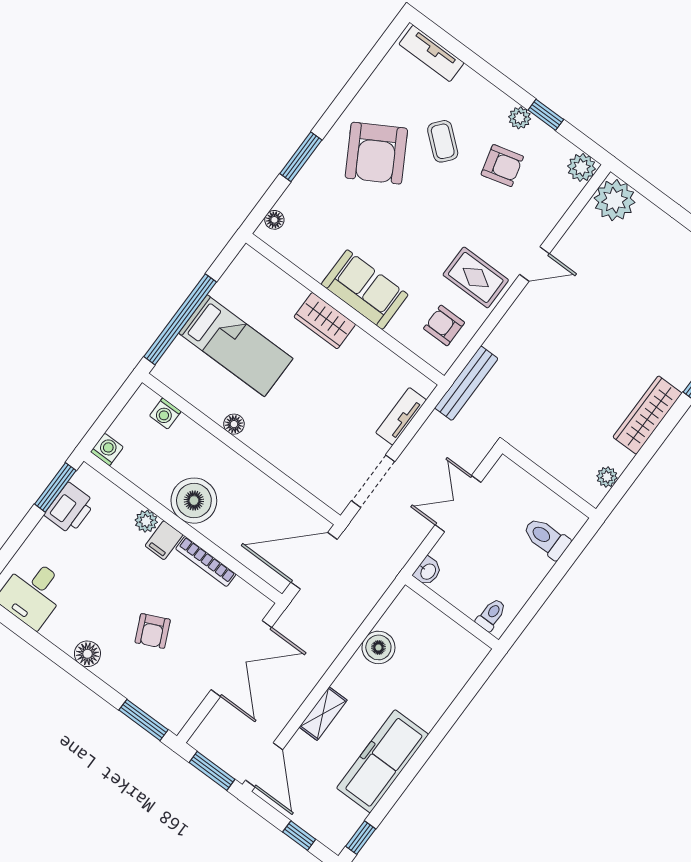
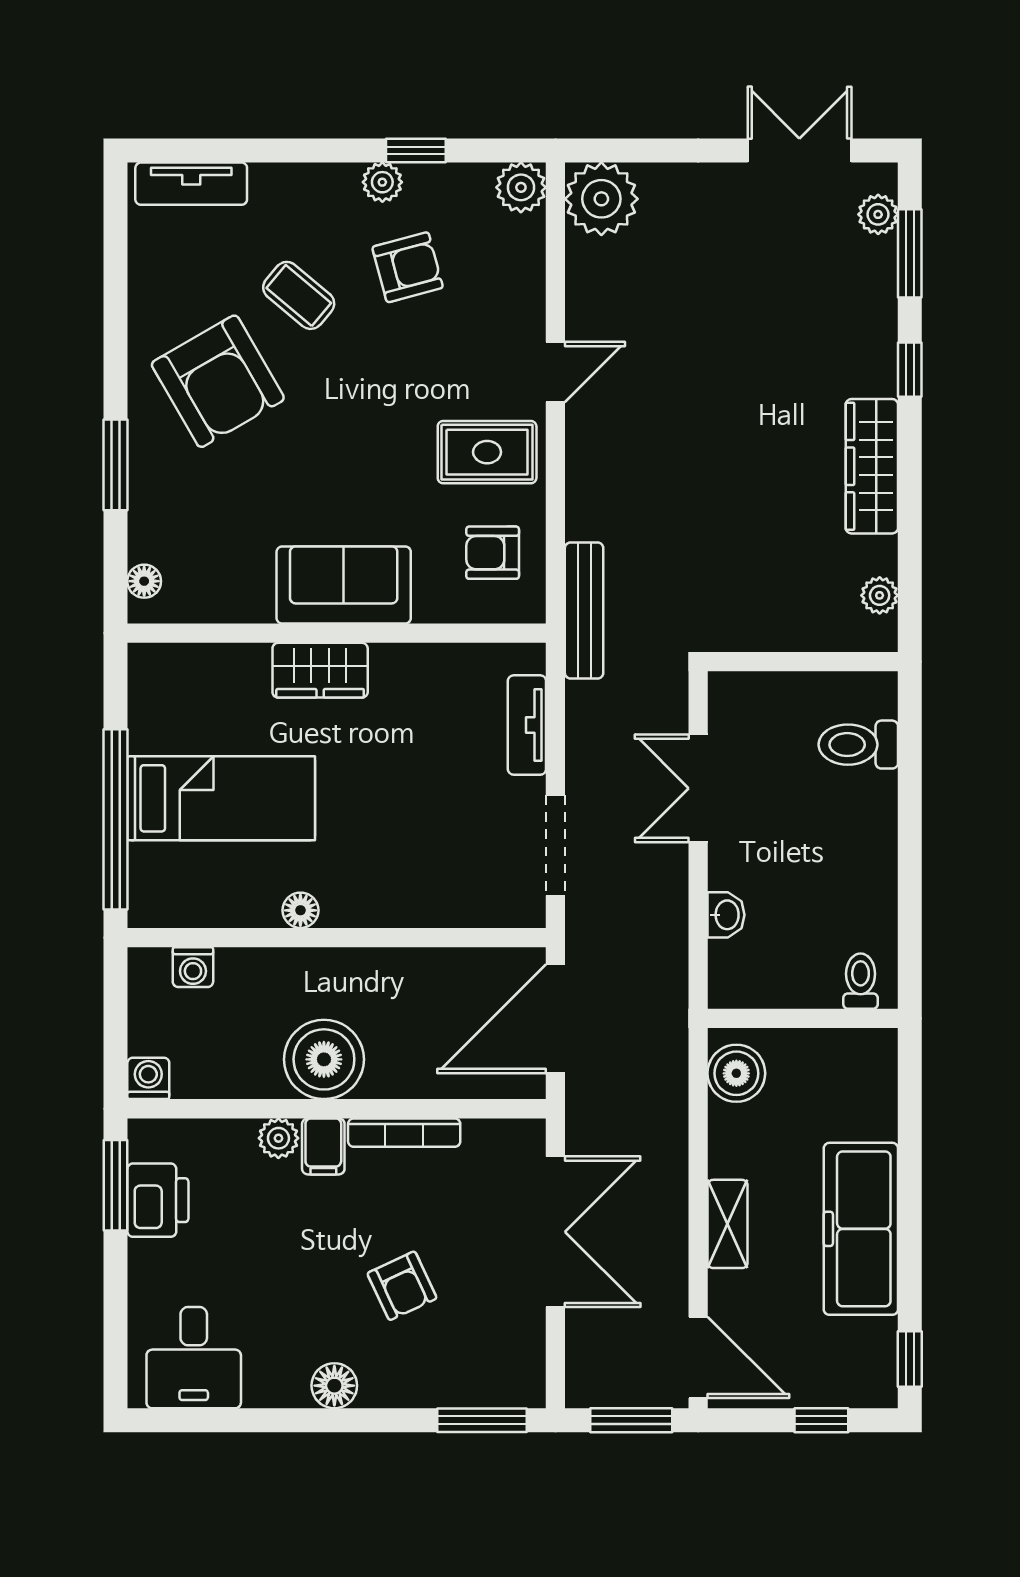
wall: (452, 612) -> (803, 1018), moved
toilet: (491, 615) -> (861, 981), moved

